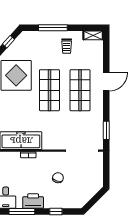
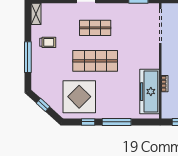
shop shelf: (80, 90) -> (95, 28), width x0.70, depth x0.74

